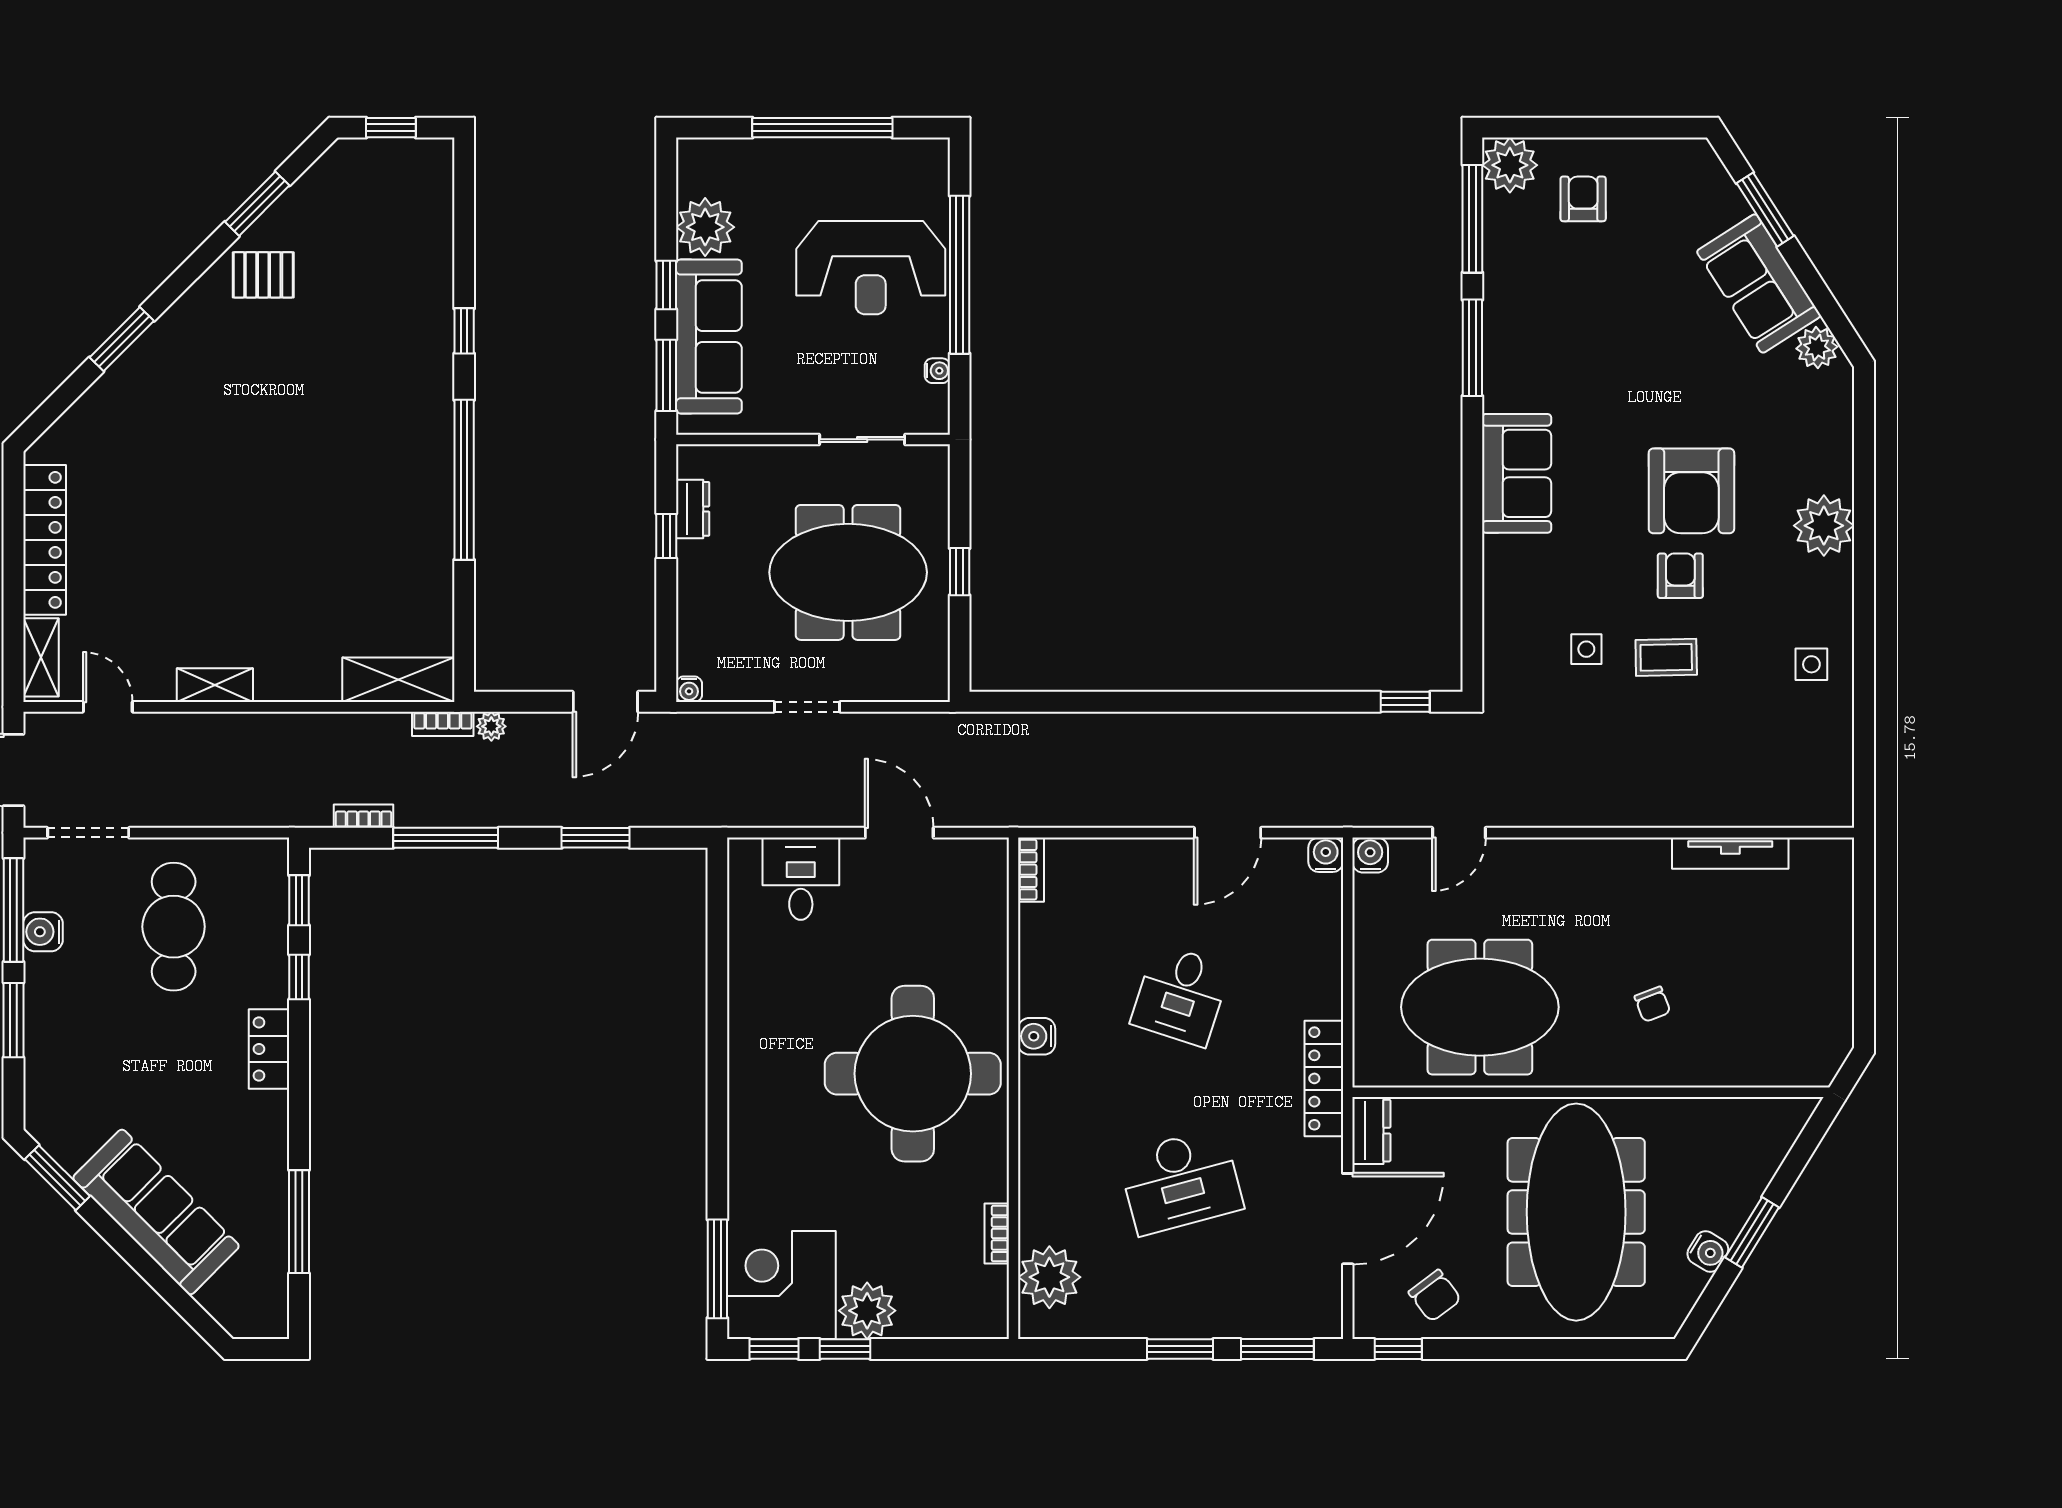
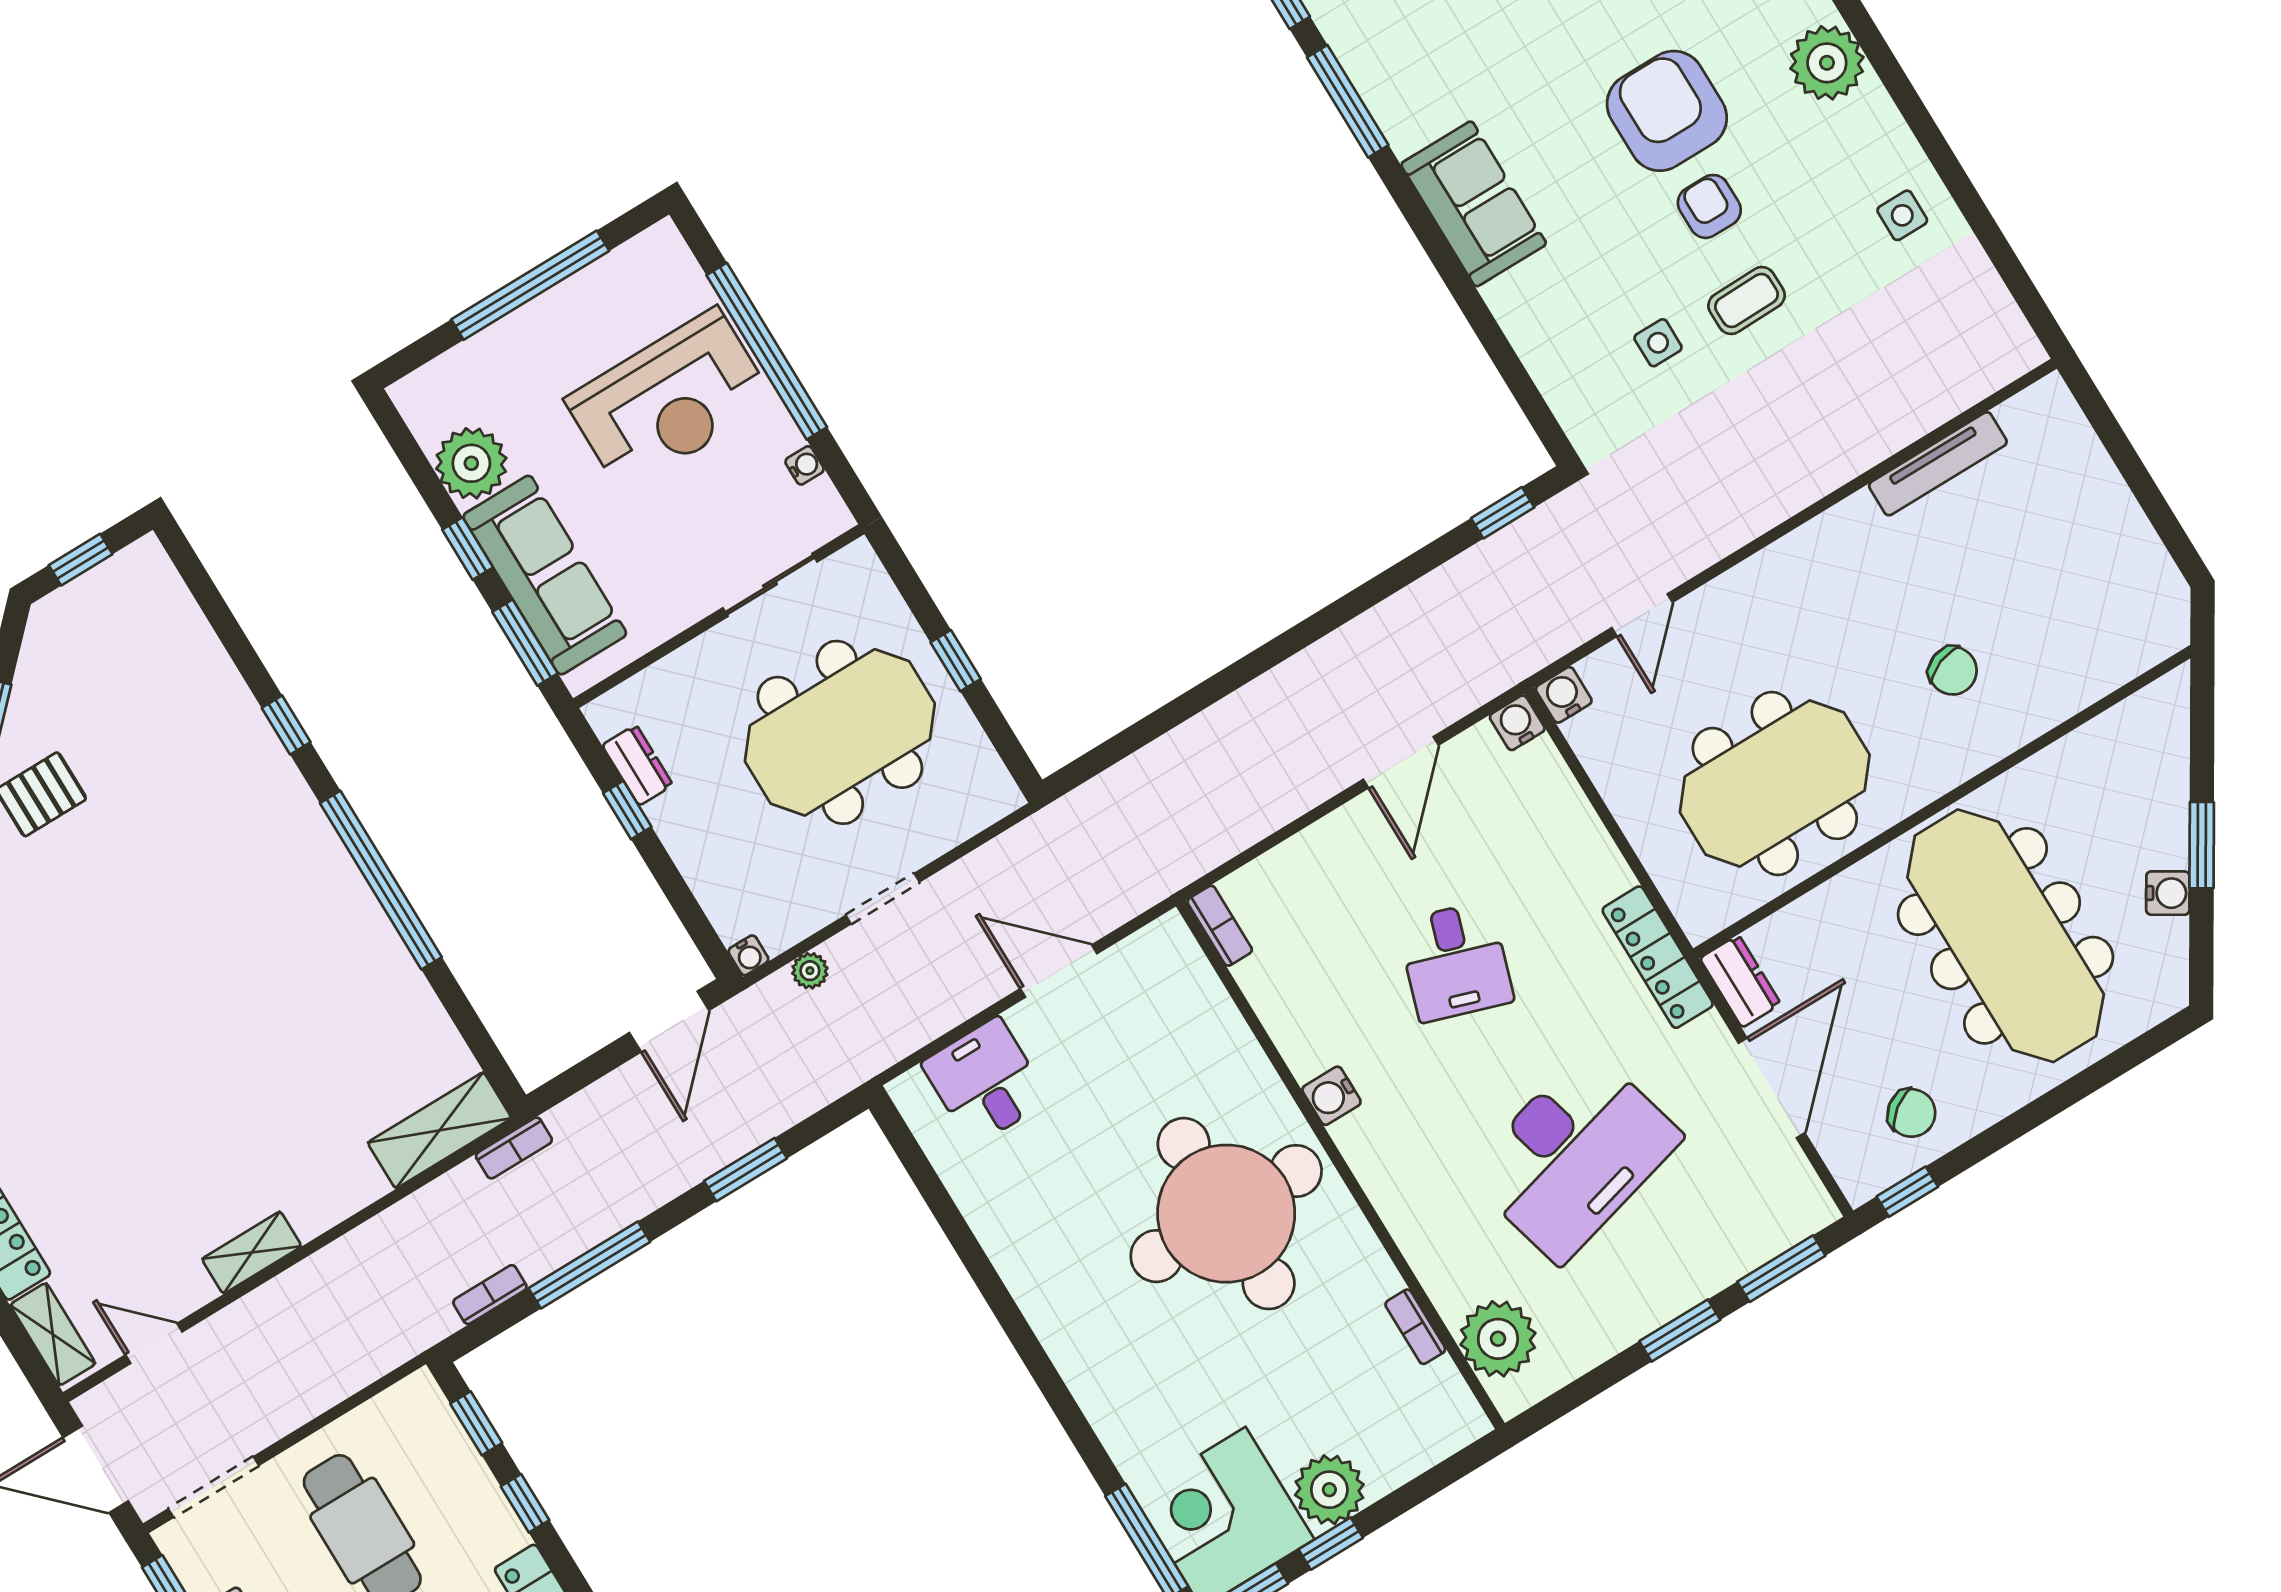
armchair: (1691, 491) -> (1667, 111), turned 180
plant: (491, 726) -> (810, 971), moved
chair: (1652, 1004) -> (1953, 671), width x1.37, depth x1.37
desk: (1181, 1181) -> (1574, 1156), width x1.36, depth x1.30

